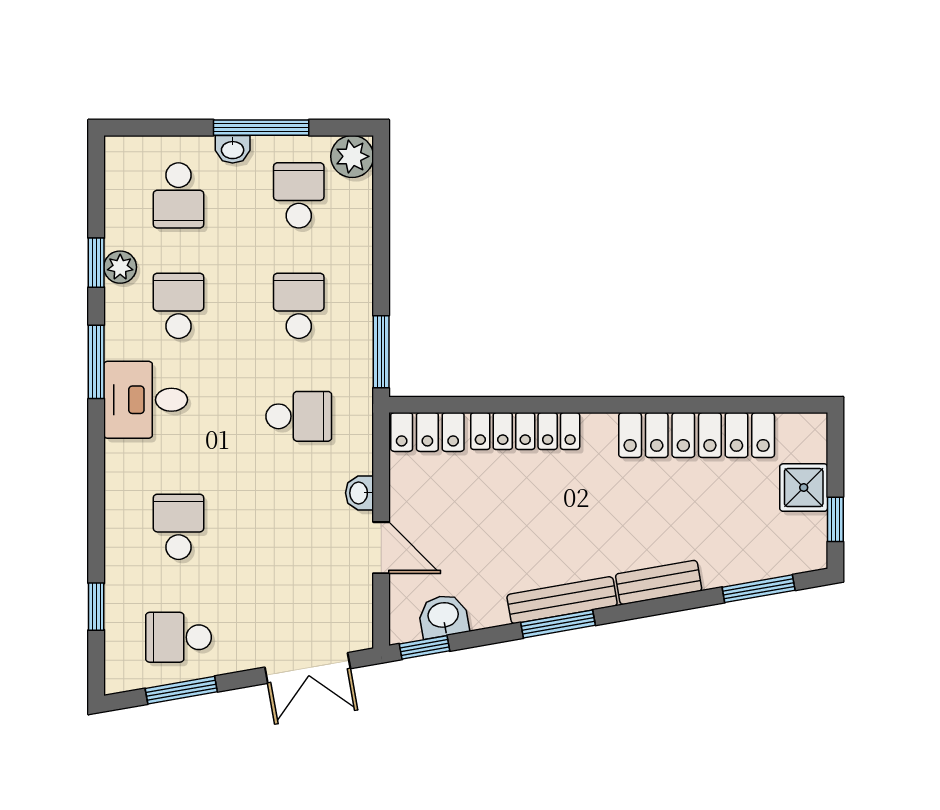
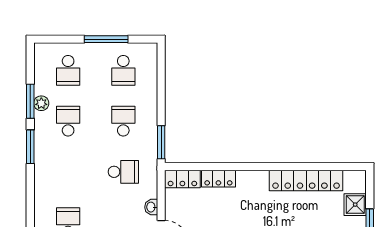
washbasin: (233, 149) -> (93, 49), removed
plant: (352, 156) -> (148, 52), removed
school desk: (299, 195) -> (123, 70), turned 180
window: (96, 263) -> (30, 101), width x1.50
desk: (146, 400) -> (53, 164), removed
locker: (525, 431) -> (218, 179), width x0.66

